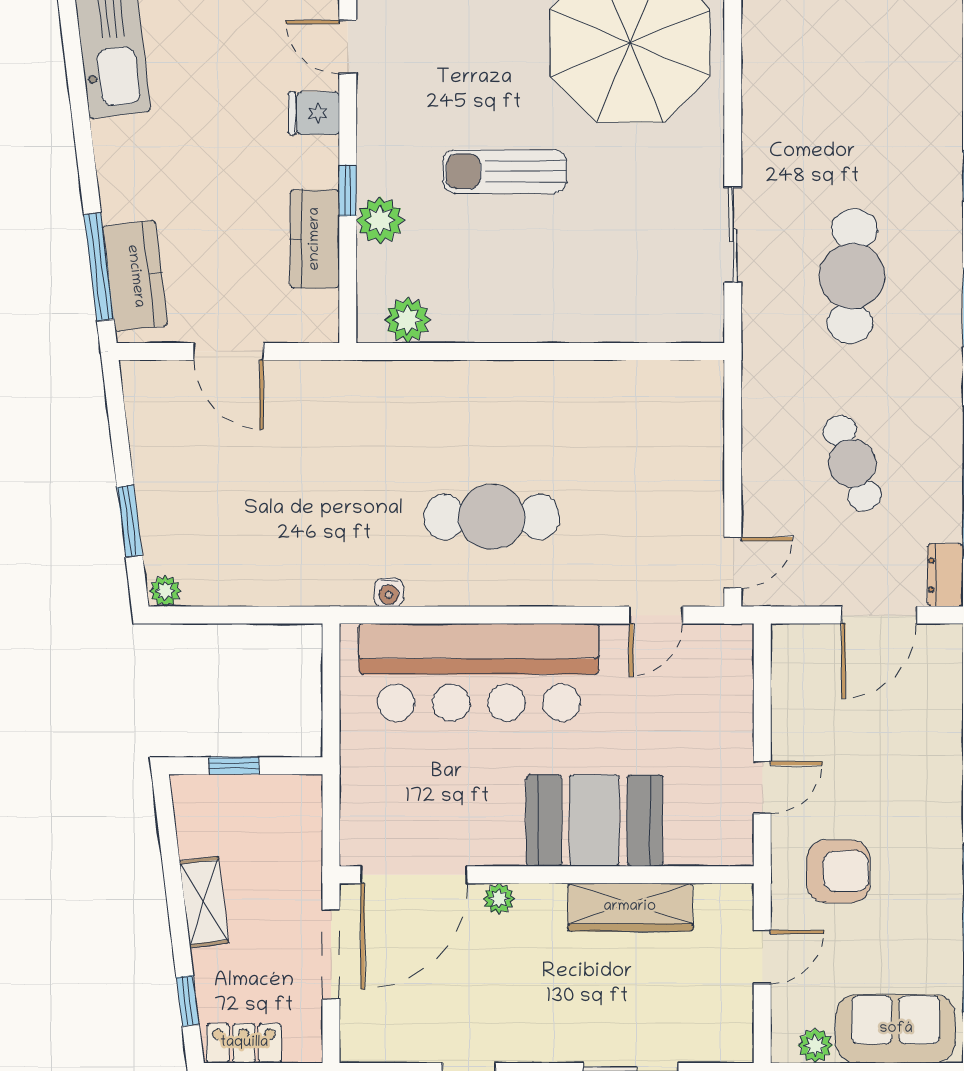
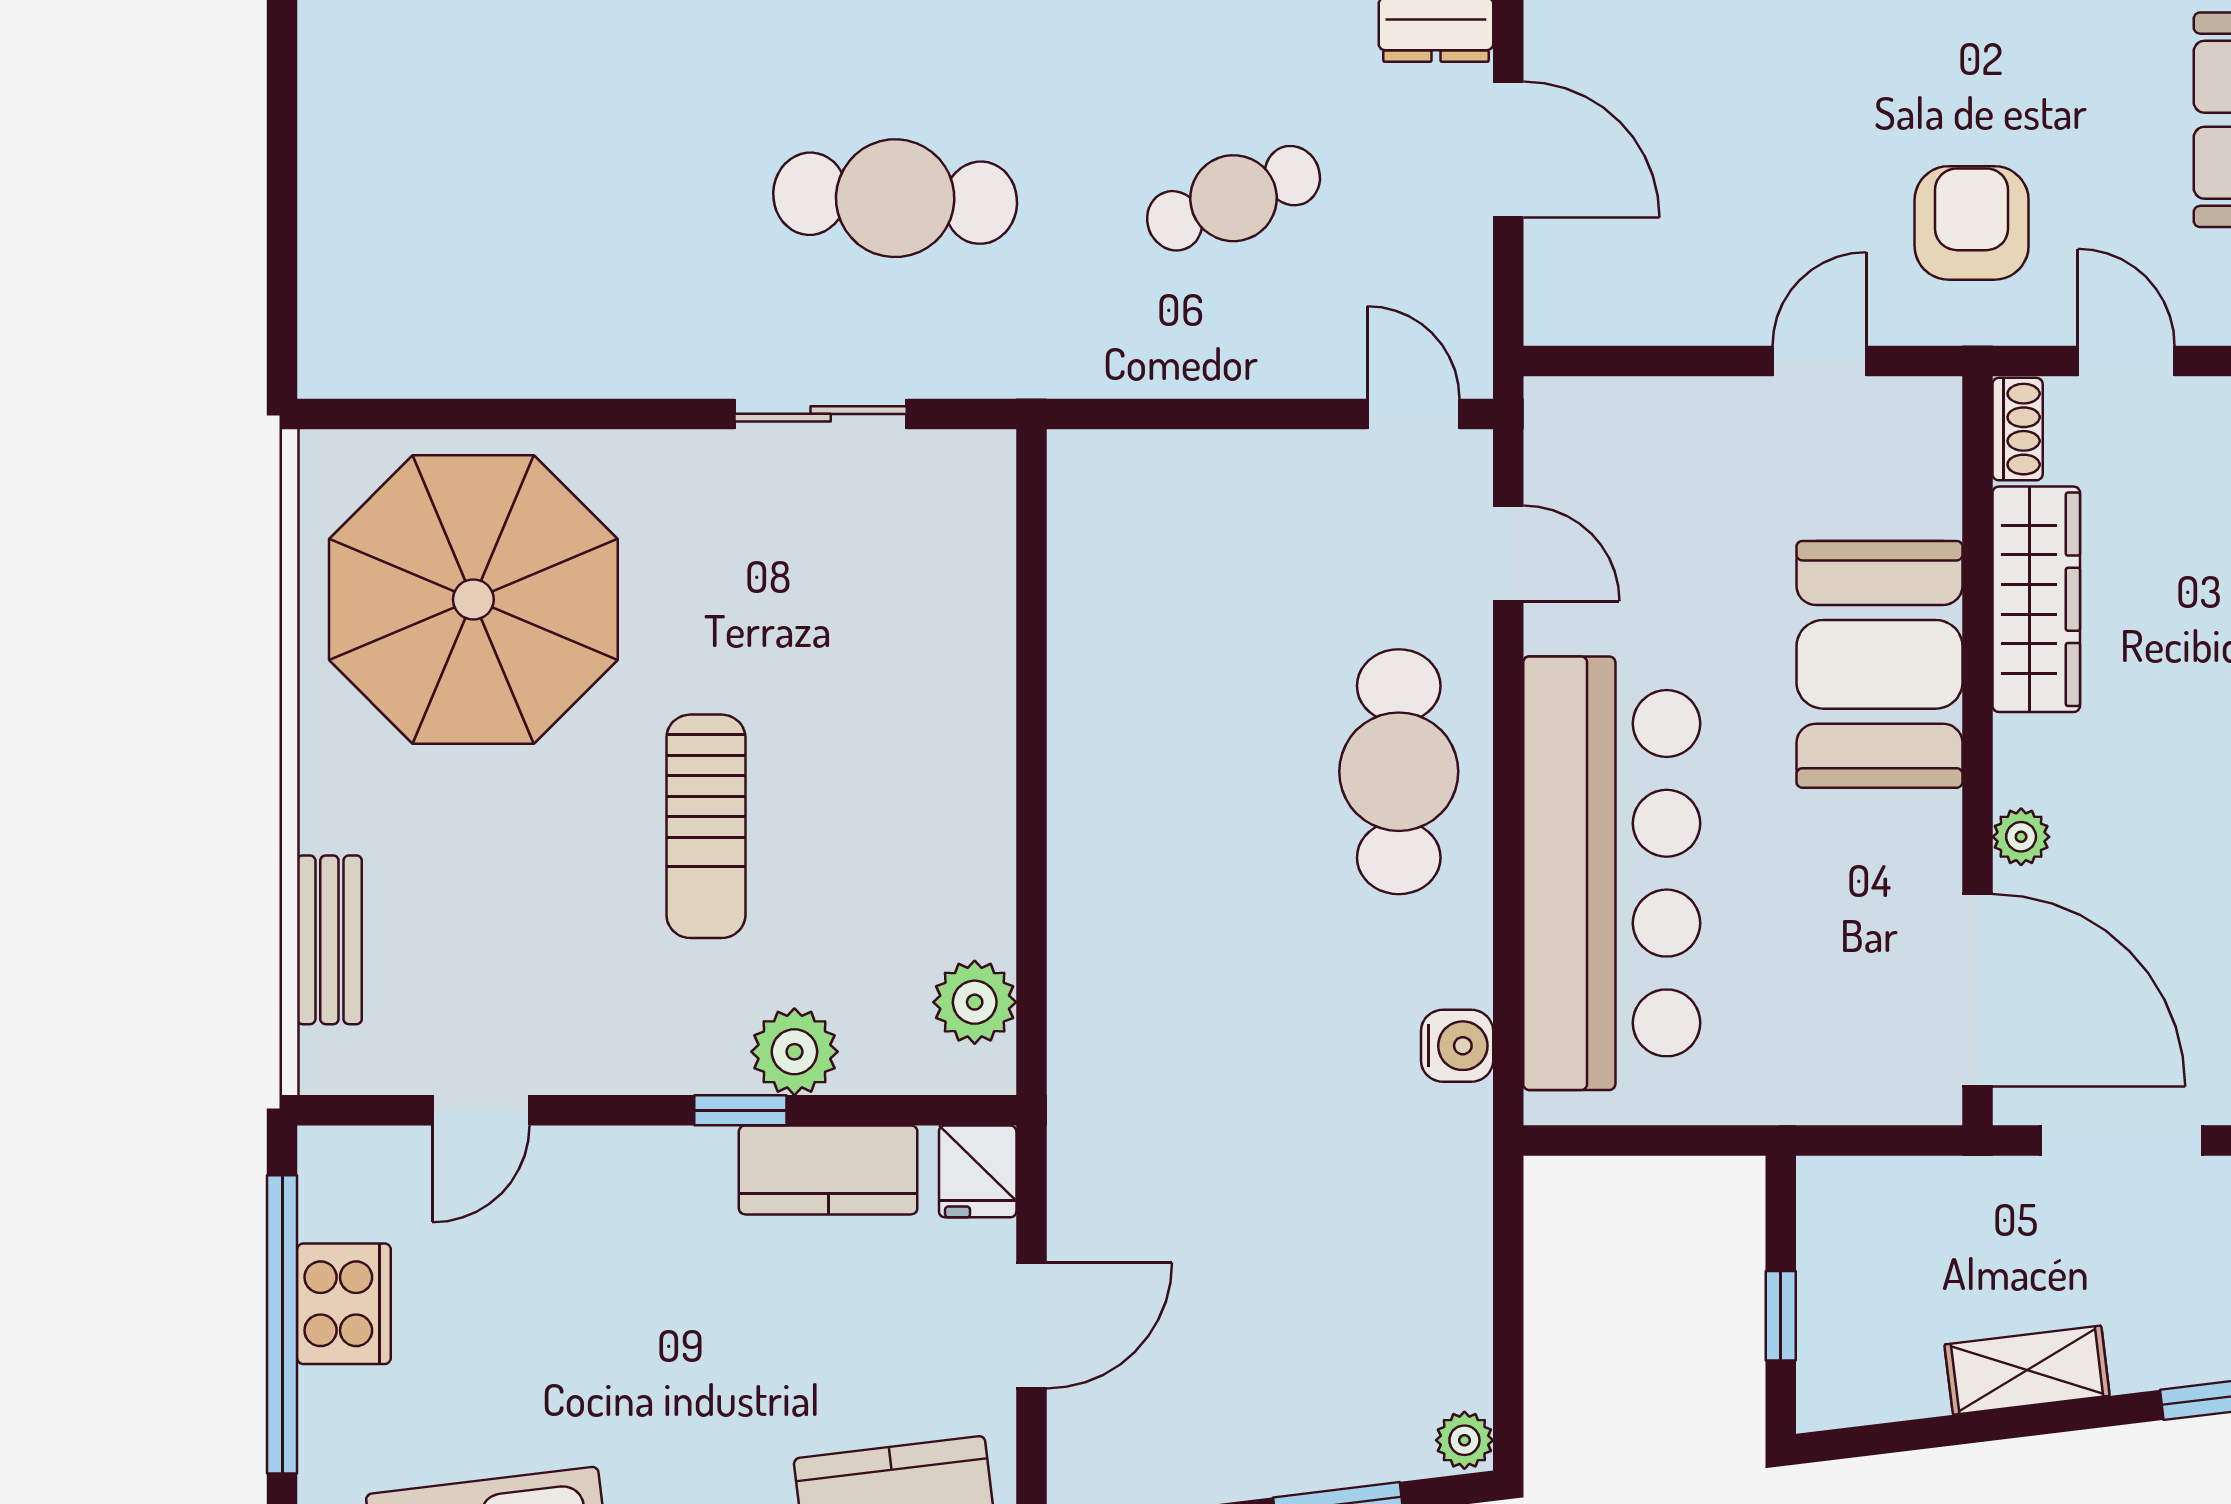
fridge: (314, 113) -> (978, 1171), moved
cafe table: (492, 517) -> (1399, 772), moved
water cooler: (389, 592) -> (1457, 1046), width x1.38, depth x1.38
door: (762, 787) -> (1820, 361), hinge flipped
shoe rack: (724, 897) -> (2018, 429), added

